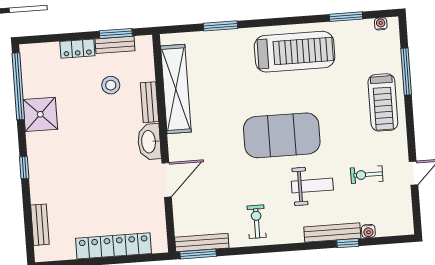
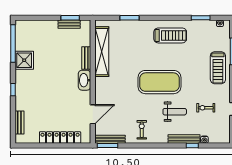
locker: (77, 49) -> (48, 25), removed
treadmill: (295, 52) -> (170, 35), width x0.73, depth x0.73
stool: (111, 85) -> (65, 47), removed
door: (167, 180) -> (93, 114), moved

